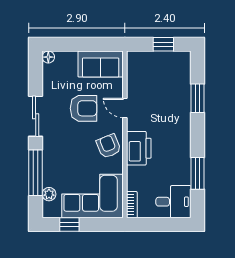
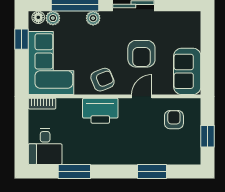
floor lamp: (48, 57) -> (38, 17), moved
armchair: (147, 77) -> (174, 120), added
plant: (49, 155) -> (93, 18), added

